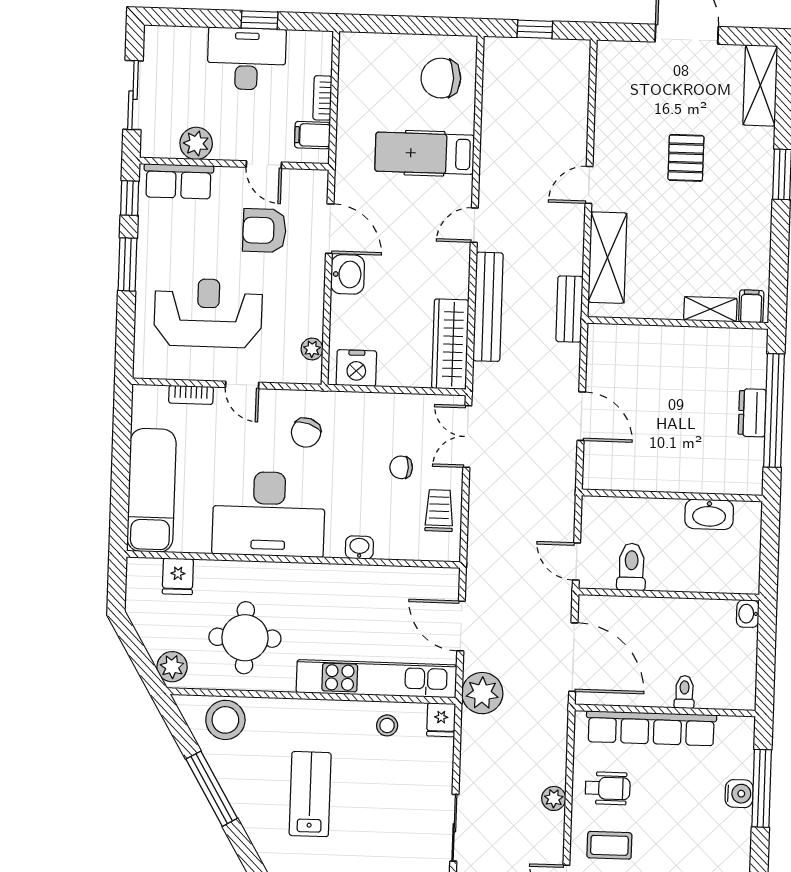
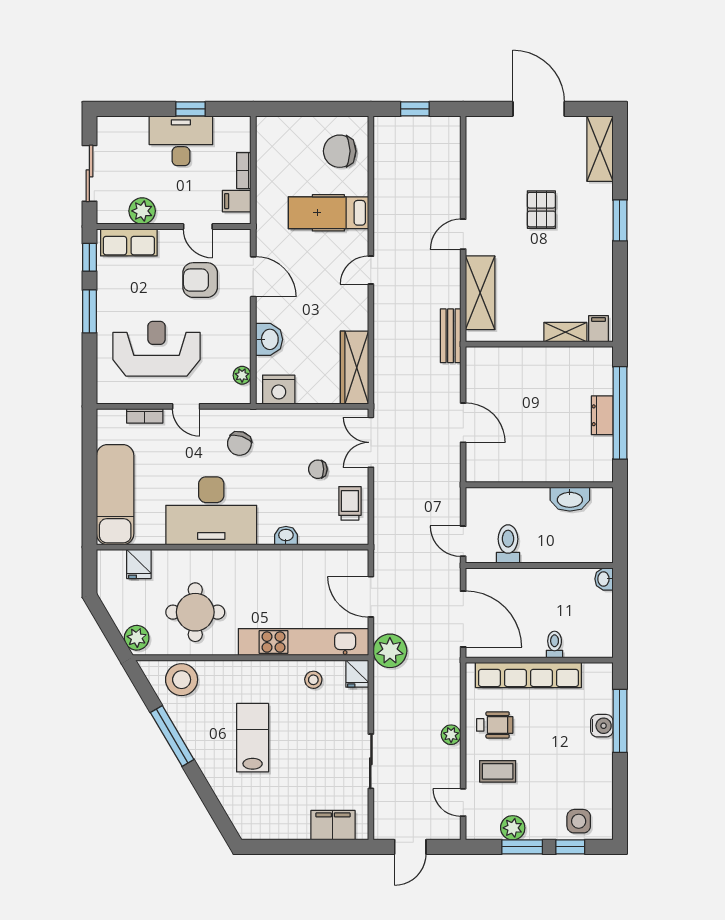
washbasin: (348, 274) -> (269, 339), moved
bench: (488, 307) -> (384, 336), removed

